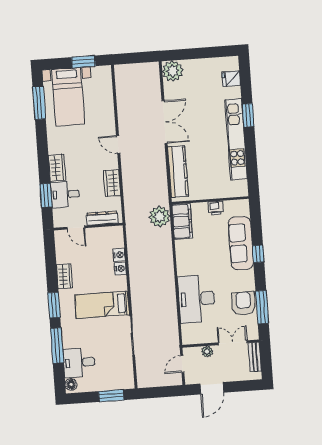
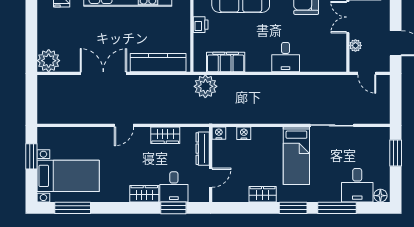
filing cabinet: (182, 221) -> (226, 62), moved
nightstand: (120, 269) -> (219, 133), moved
desk: (197, 299) -> (286, 57), width x0.53, depth x0.77

